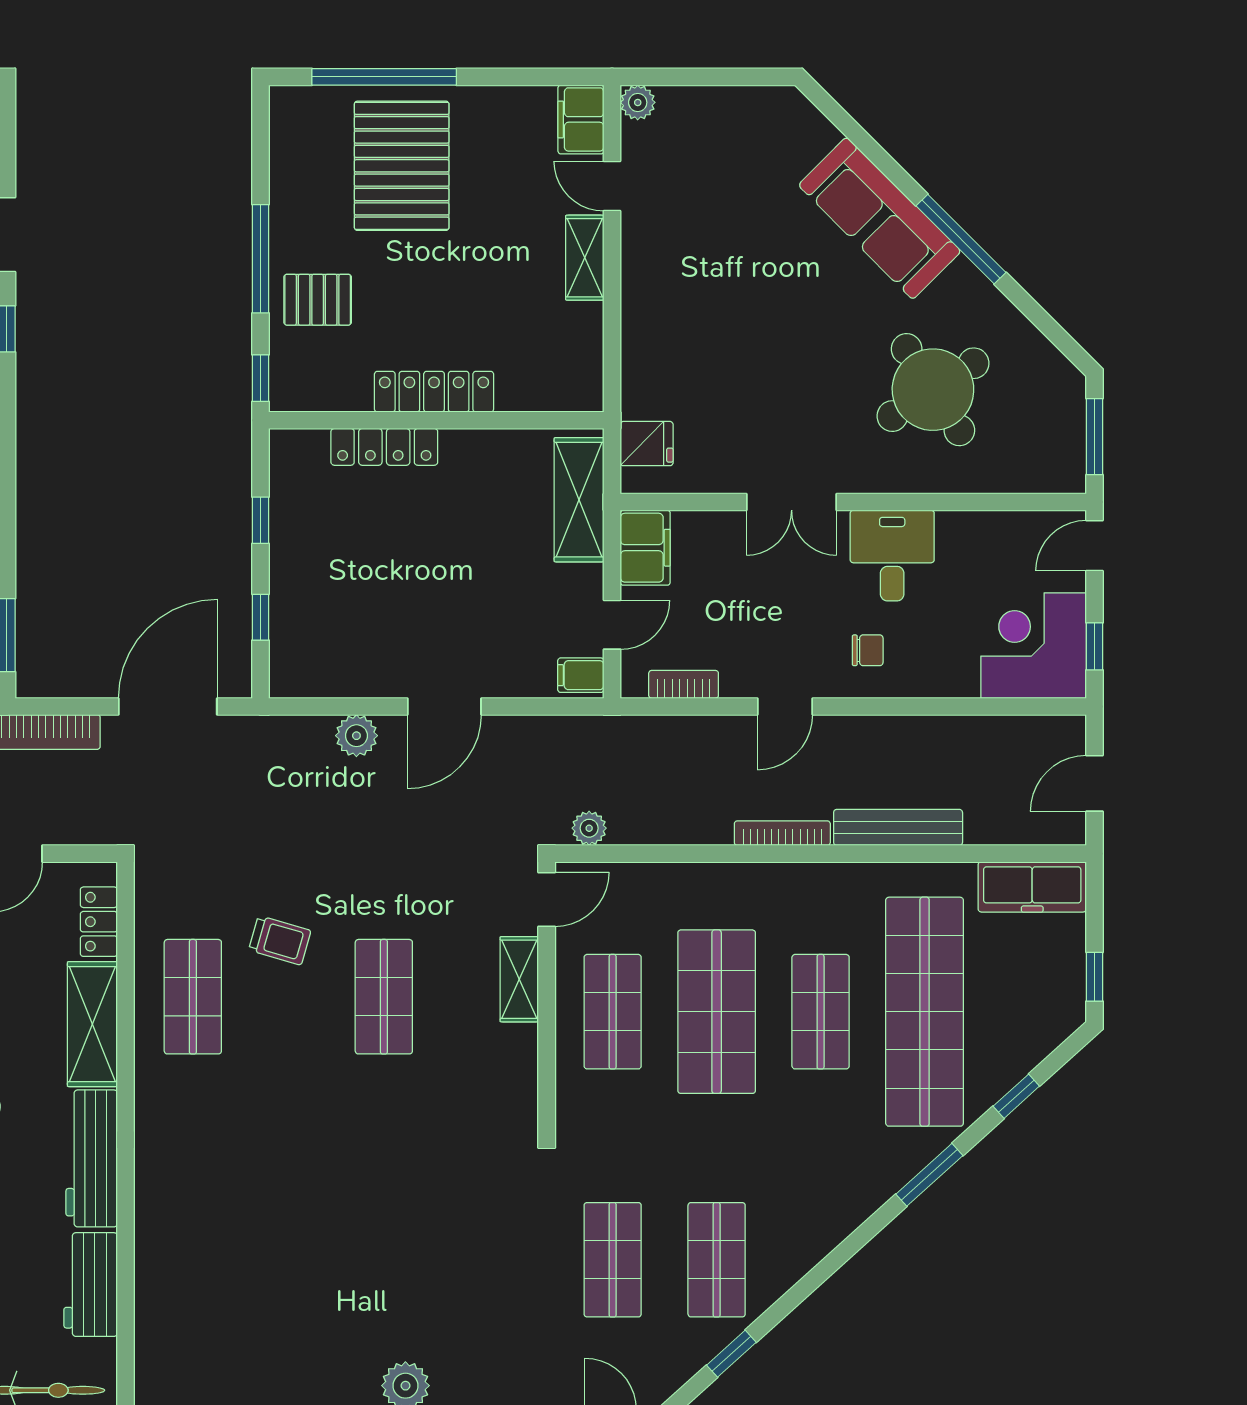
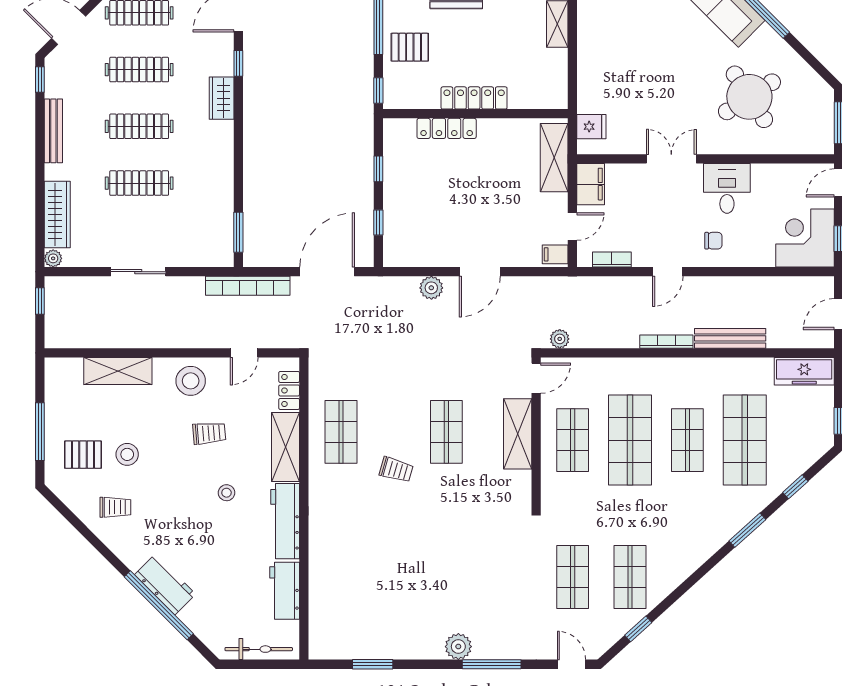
double door: (792, 502) -> (671, 159), swing flipped
trolley: (280, 940) -> (396, 470), moved
shelving: (519, 979) -> (518, 434), width x1.50, depth x1.33
shop shelf: (925, 1012) -> (745, 440), width x0.71

